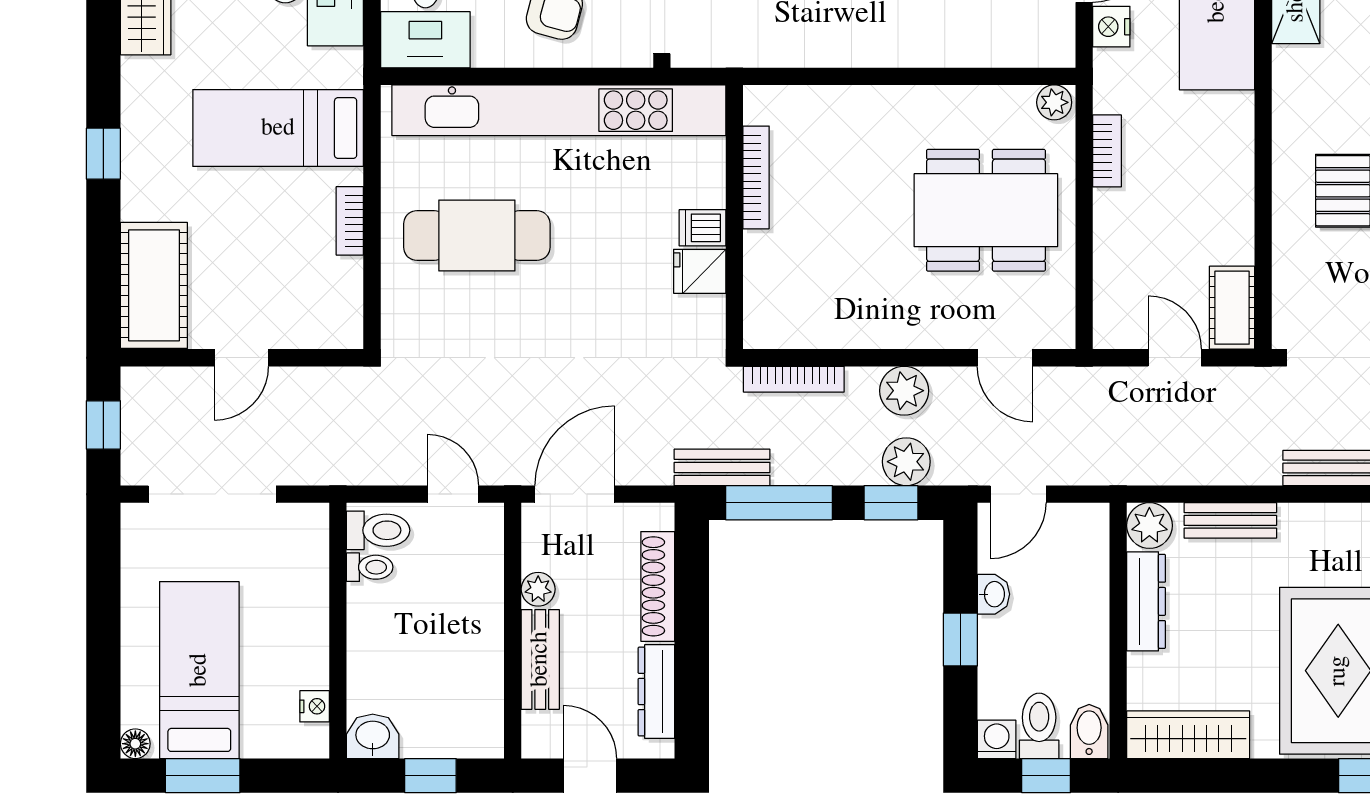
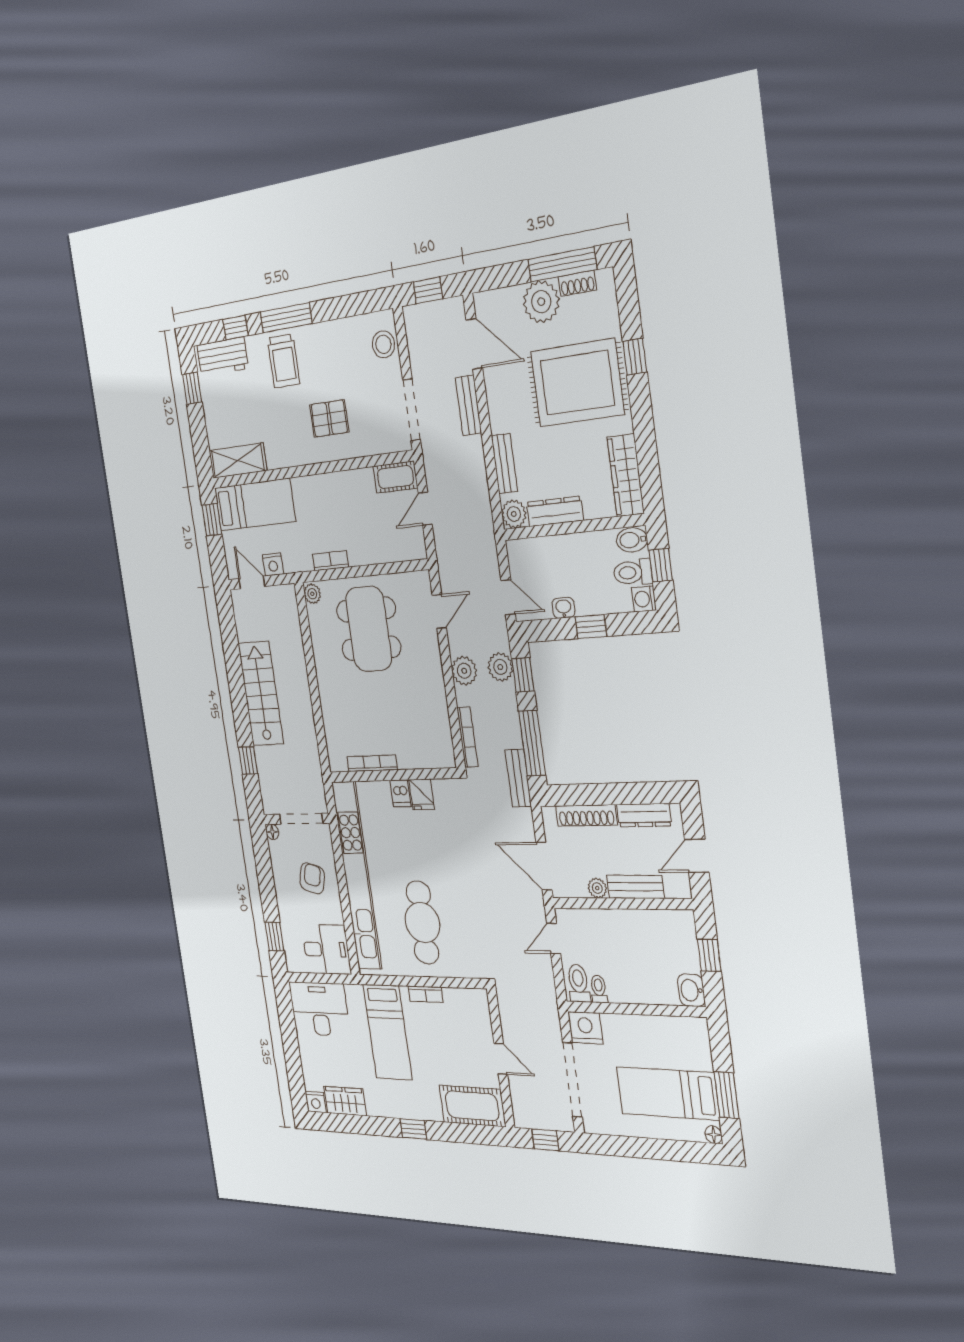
nightstand: (315, 706) -> (585, 1028), moved, width x1.89, depth x1.79

